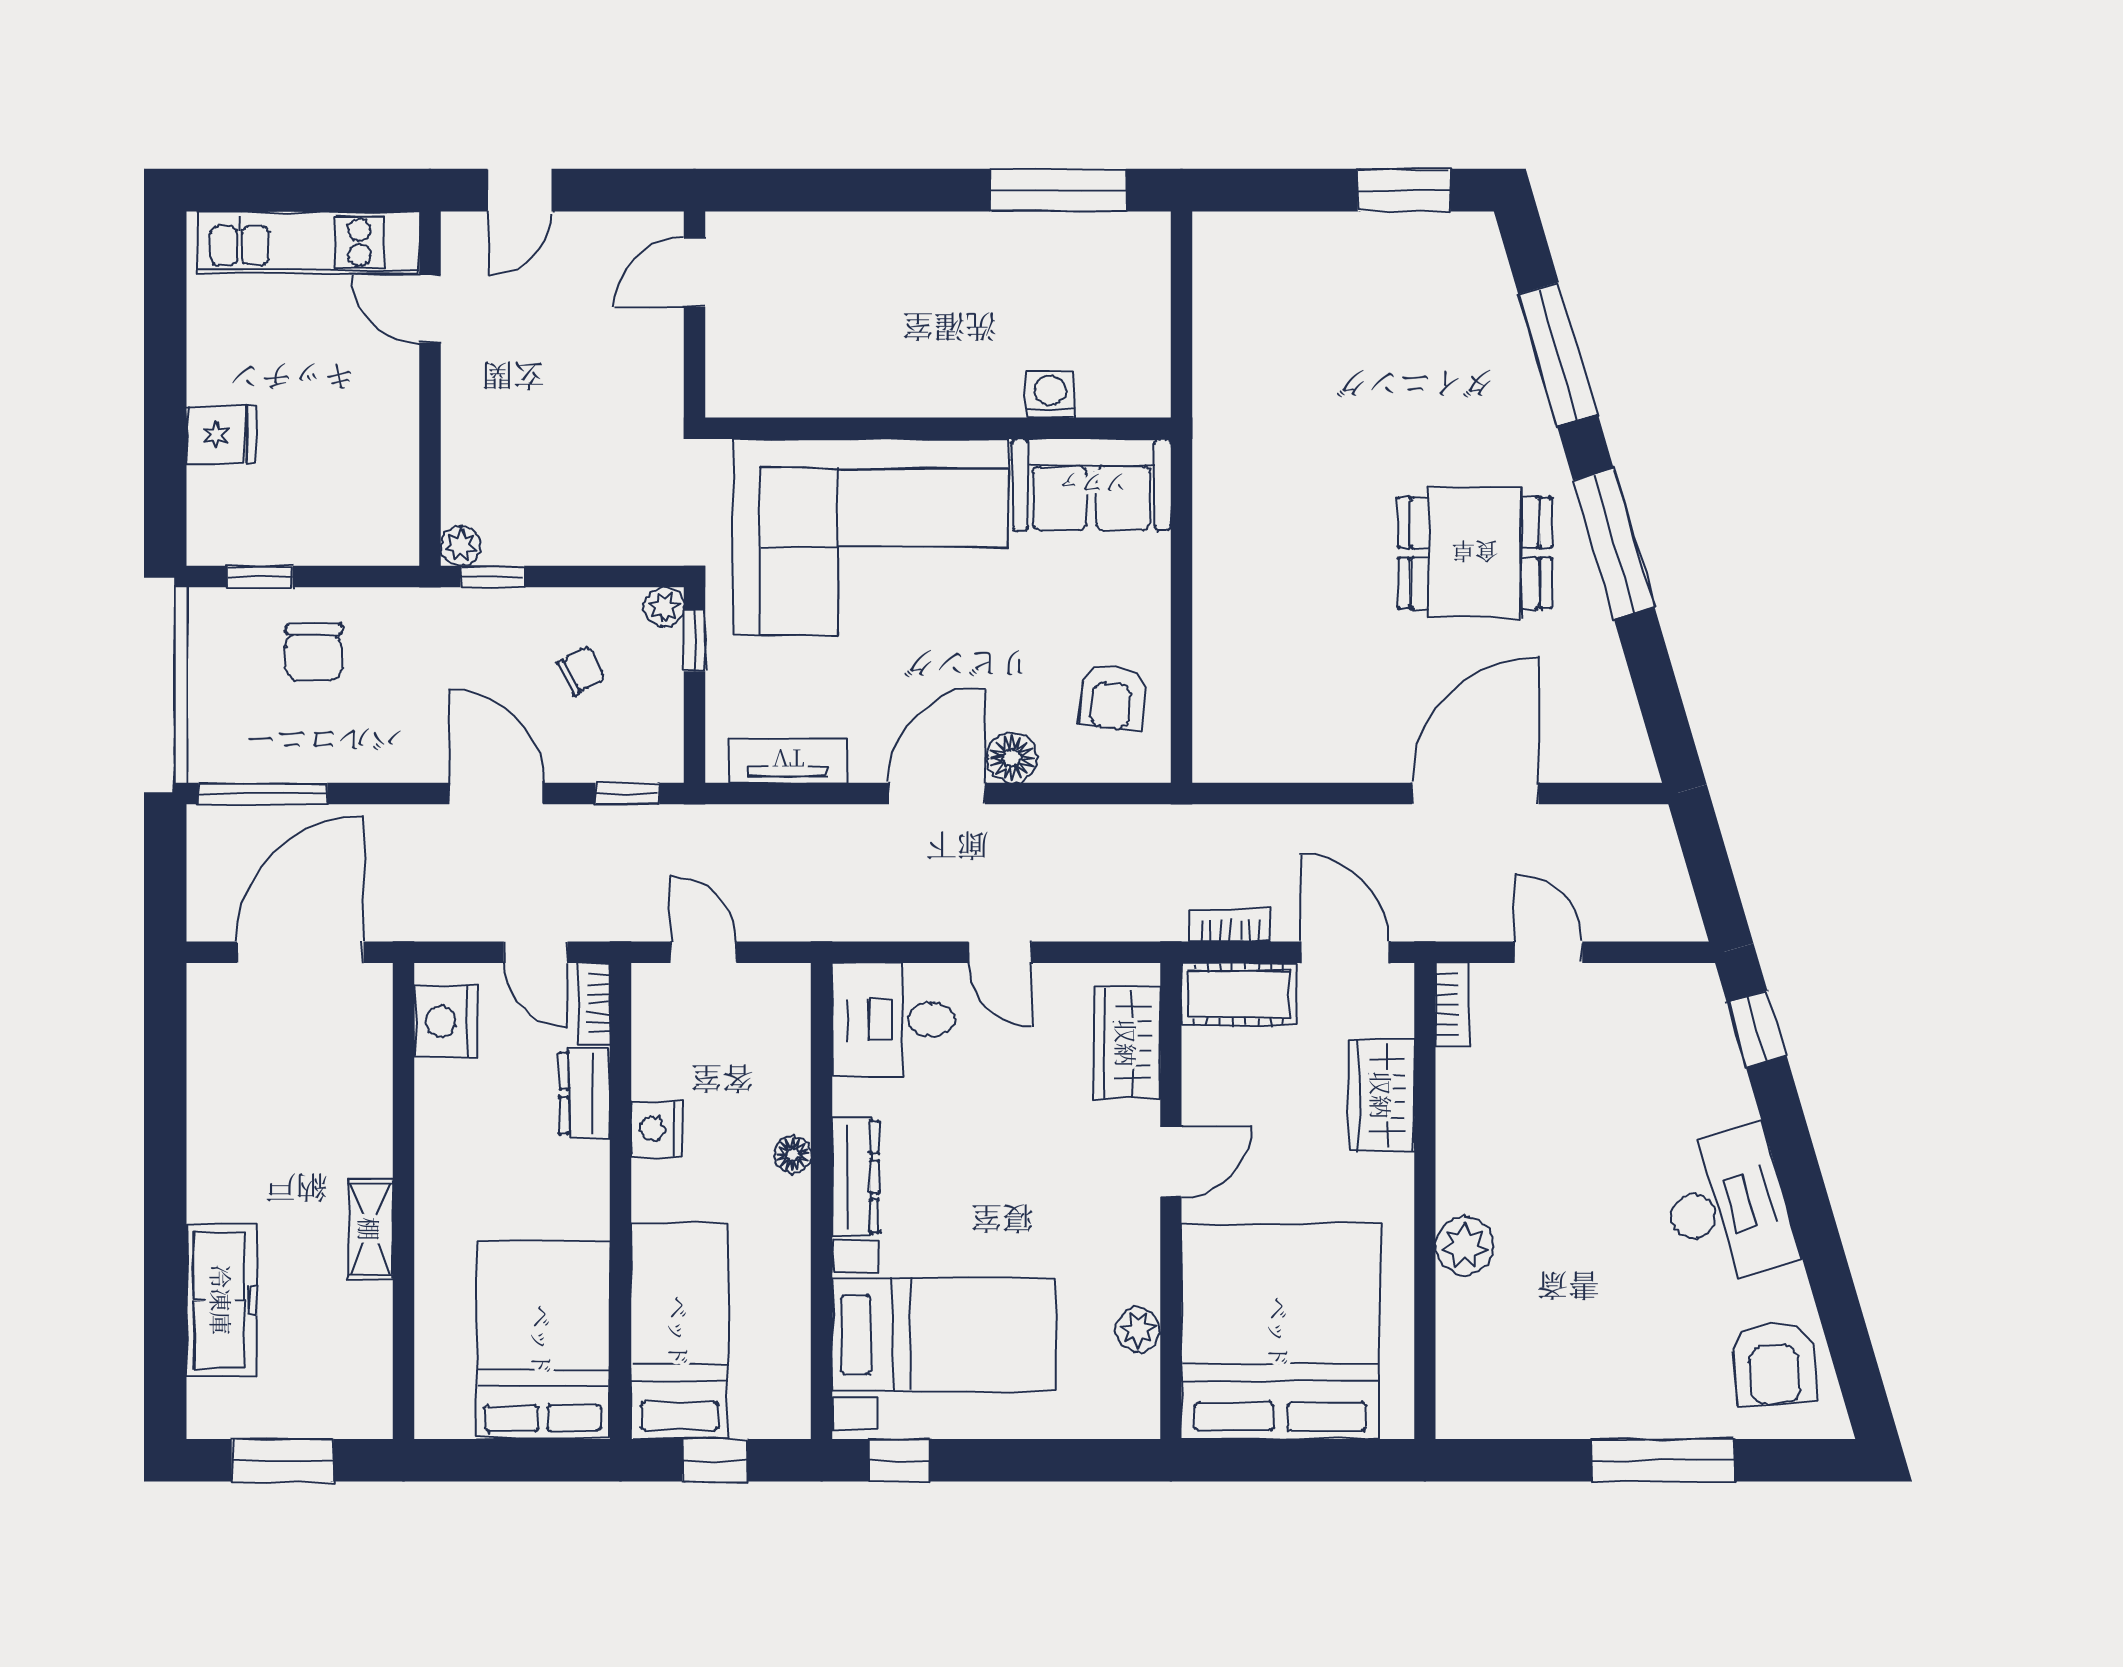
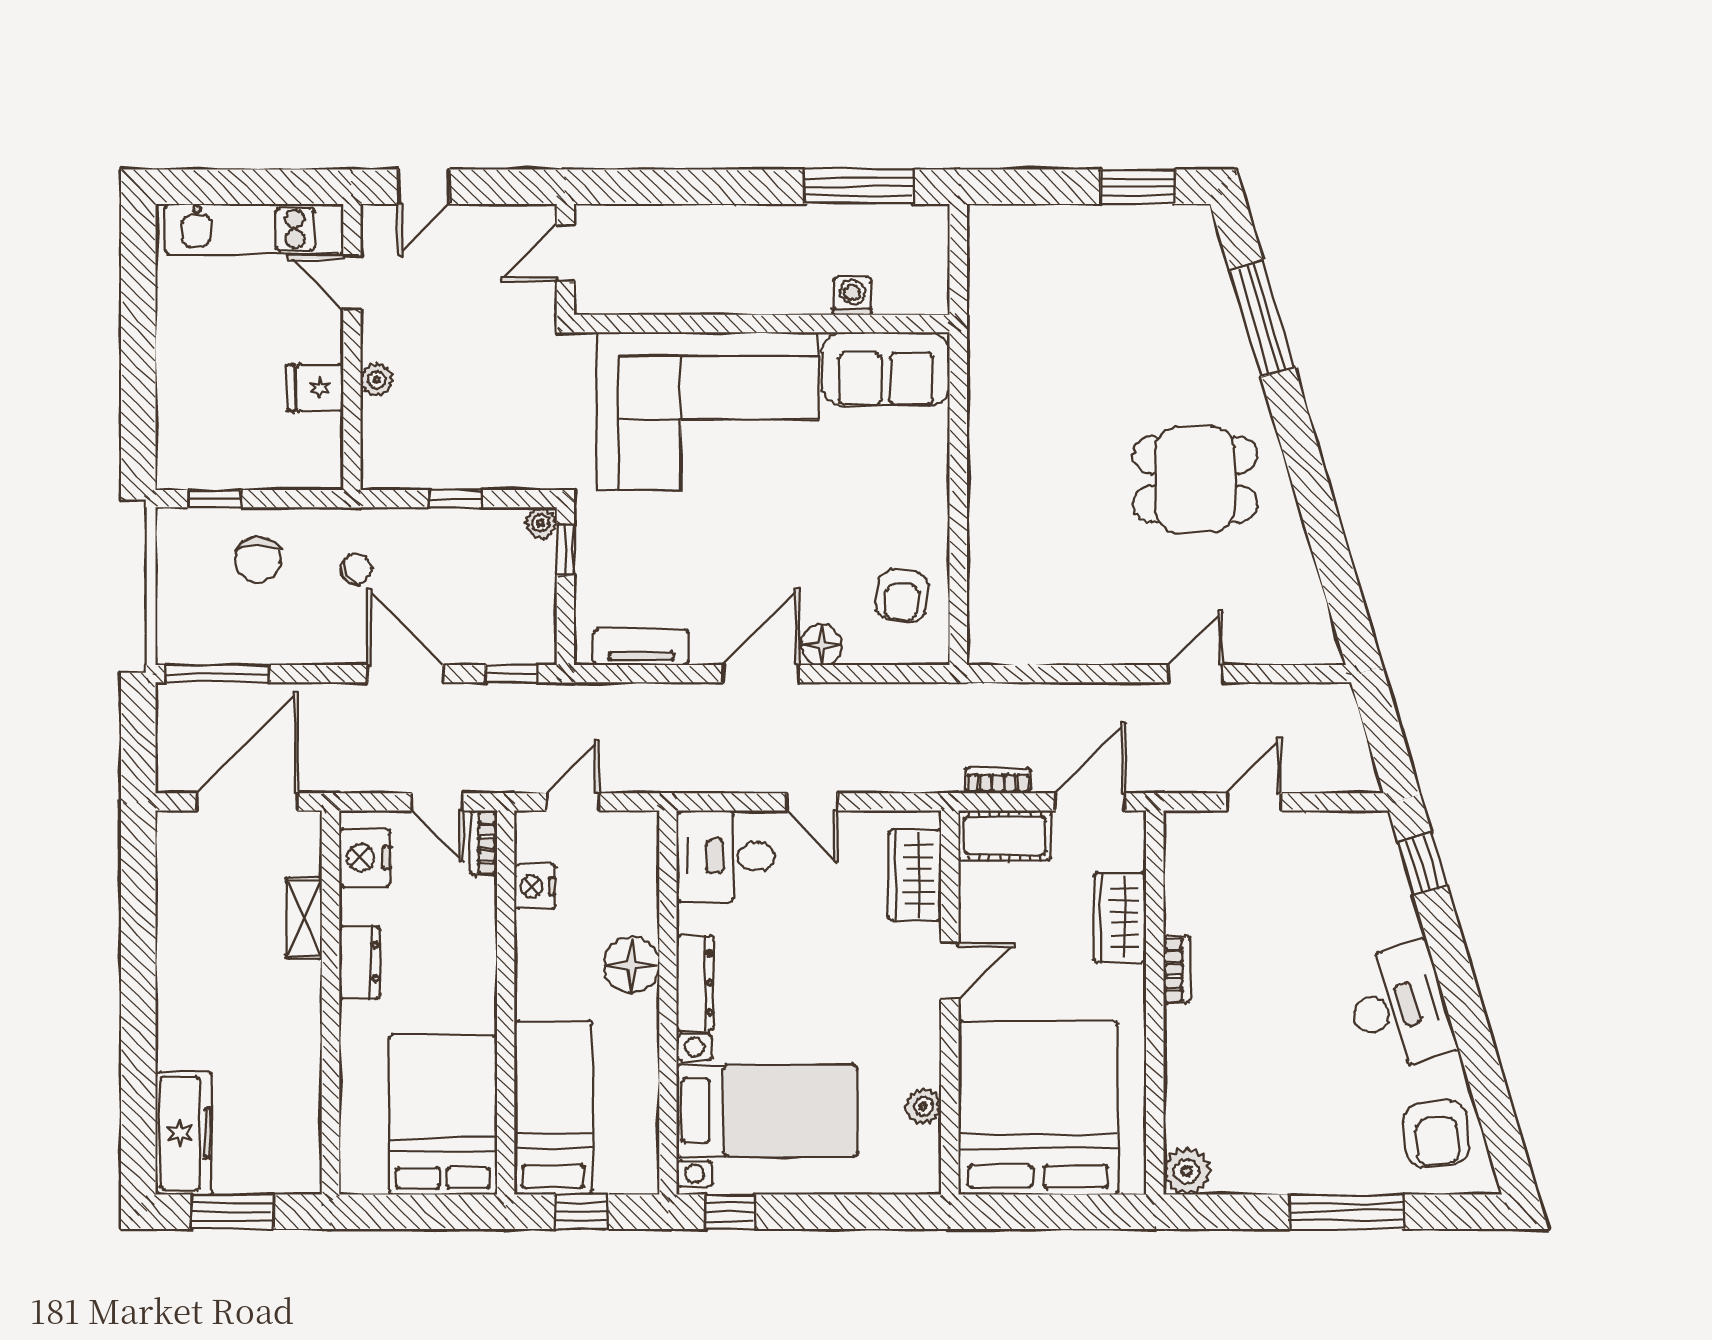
washing machine: (1050, 394) -> (852, 296), moved
wall: (938, 428) -> (762, 323), moved
fridge: (221, 435) -> (315, 388), moved, turned 180
sofa: (1092, 485) -> (886, 369), moved
corner sofa: (870, 537) -> (707, 411), moved
window: (1614, 544) -> (1307, 472), removed
plant: (461, 546) -> (377, 380), moved
window: (492, 576) -> (456, 499), moved
chair: (581, 670) -> (356, 569), moved
door: (1475, 793) -> (1195, 674), width x0.53
door: (703, 952) -> (573, 802), hinge flipped
door: (1345, 952) -> (1090, 802), hinge flipped
door: (1548, 952) -> (1254, 802), hinge flipped
bookcase: (1452, 1004) -> (1177, 970), moved
dresser: (585, 1093) -> (359, 962), moved, turned 180
nightstand: (657, 1129) -> (535, 887), moved
floor lamp: (793, 1155) -> (631, 965), width x1.89, depth x1.89
shelving: (370, 1229) -> (304, 918), moved
plant: (1465, 1246) -> (1187, 1171), moved
freezer: (222, 1300) -> (184, 1133), moved

